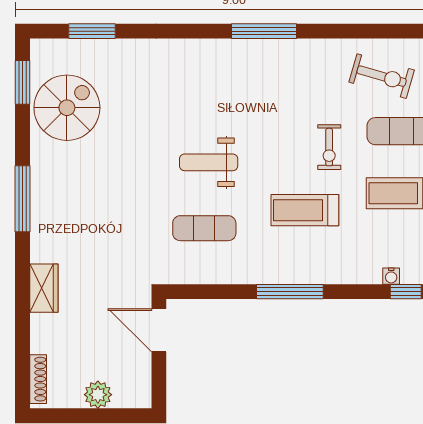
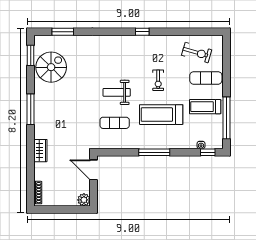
window: (264, 31) -> (142, 32), width x0.46
exercise bike: (329, 147) -> (158, 80), moved
treadmill: (305, 210) -> (161, 115), width x1.37, depth x1.38
plant: (98, 395) -> (84, 200), moved

